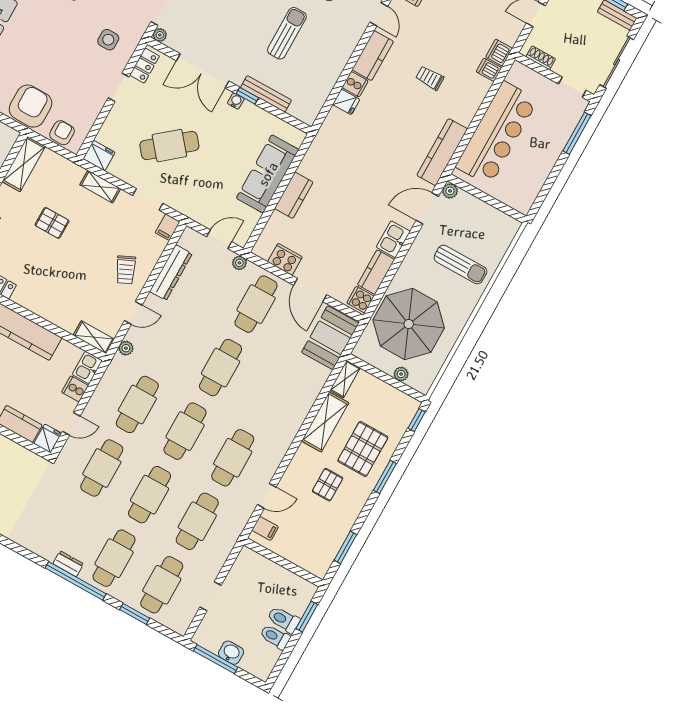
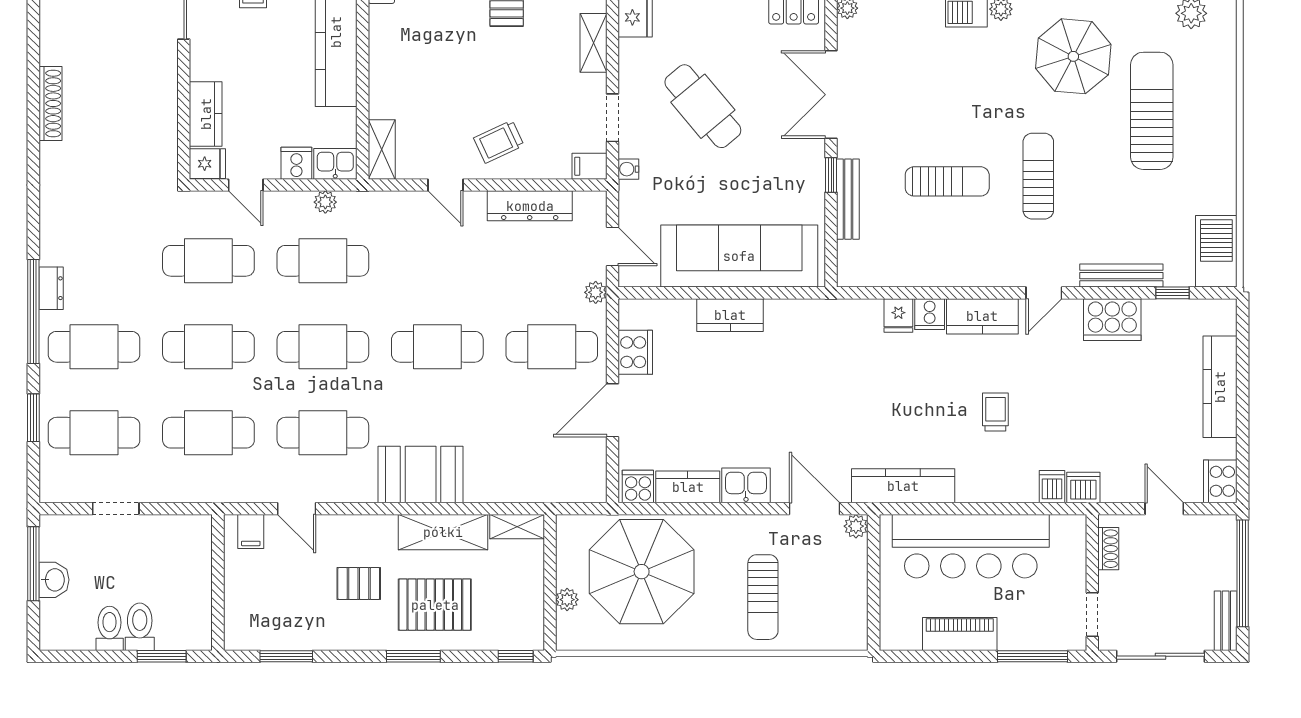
water cooler: (236, 101) -> (628, 169), moved, turned 180
piano: (542, 167) -> (960, 634), added
sofa: (268, 174) -> (739, 256), width x1.36, depth x1.27
booth: (330, 338) -> (421, 474), moved
plant: (126, 348) -> (325, 202), moved

